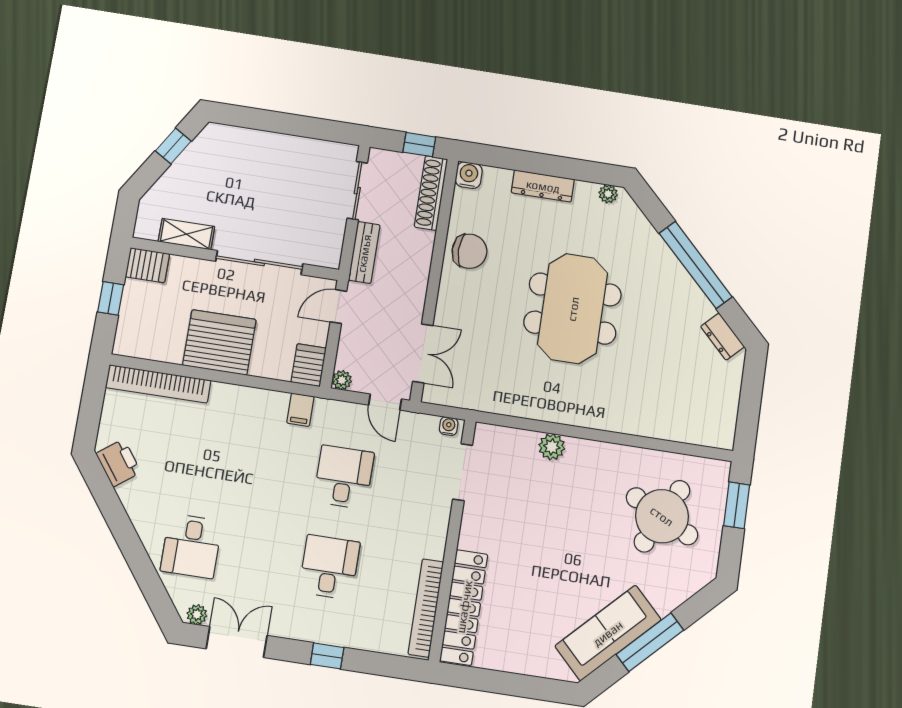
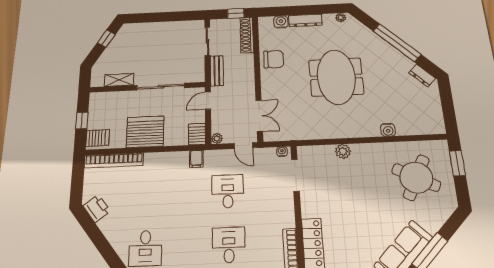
water cooler: (469, 175) -> (281, 22), moved
server rack: (147, 265) -> (98, 138), moved
water cooler: (637, 424) -> (388, 130), added

